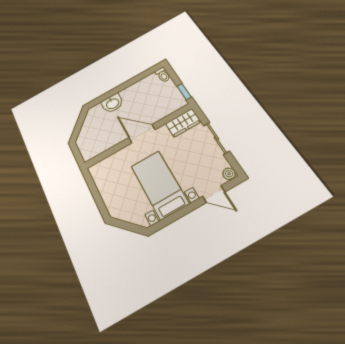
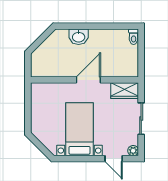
window: (184, 92) -> (141, 64), removed
door: (142, 134) -> (88, 80), hinge flipped

